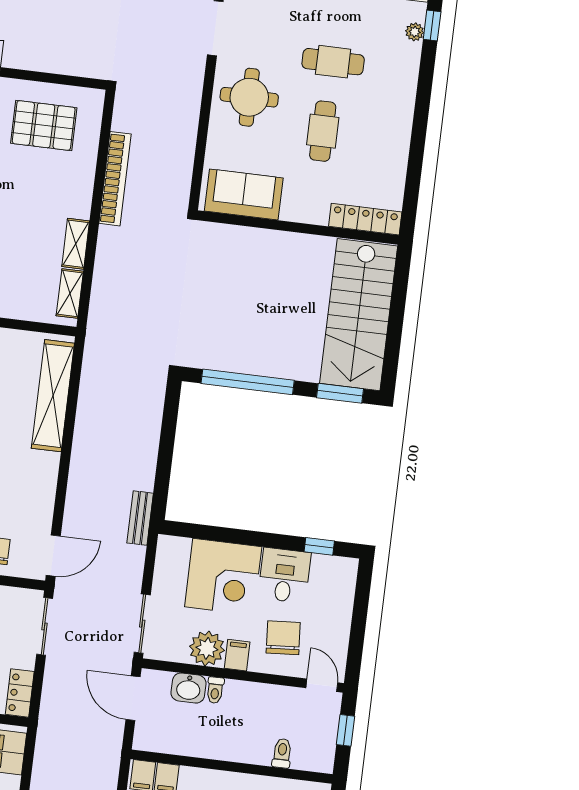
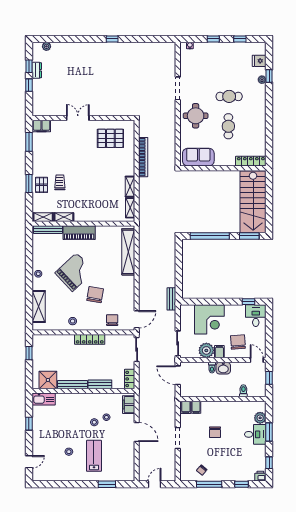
desk: (284, 575) -> (256, 316), moved
washbasin: (188, 688) -> (223, 368), moved

